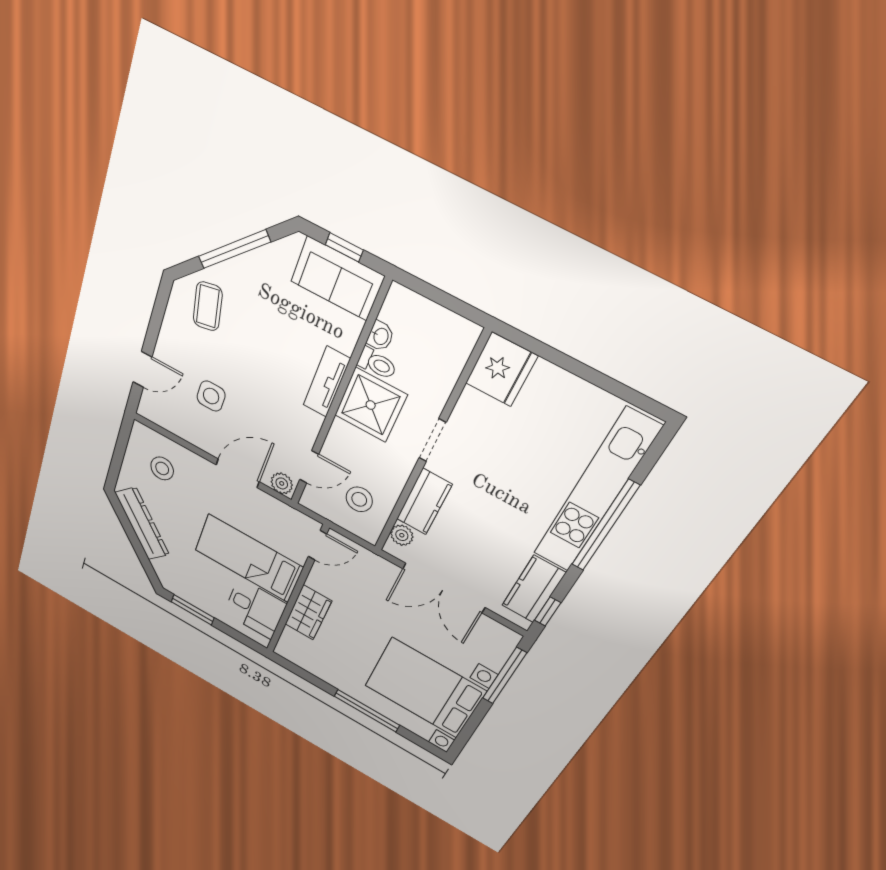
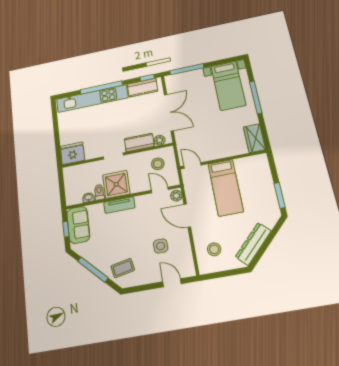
desk: (255, 608) -> (250, 170), removed
wardrobe: (308, 613) -> (254, 138), moved, turned -90
bed with nightstands: (425, 688) -> (228, 86), width x0.73

